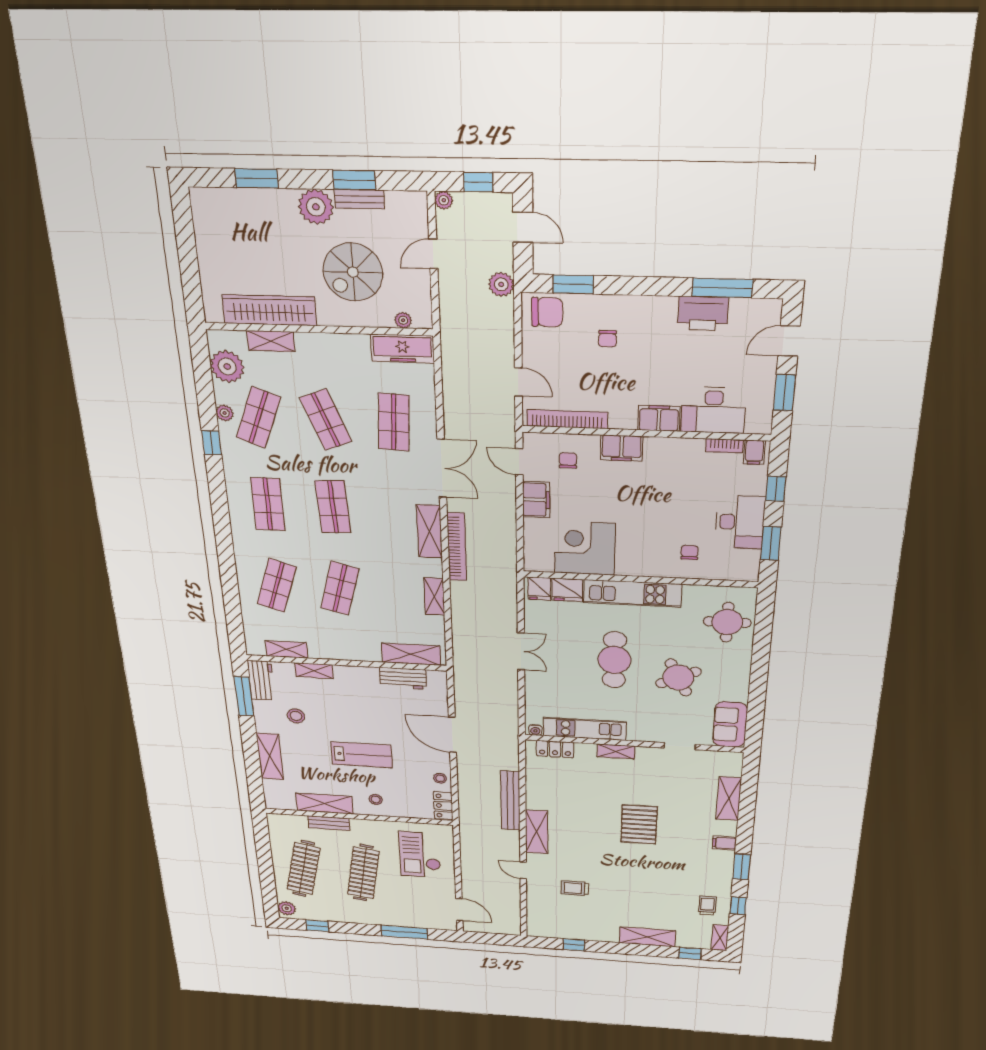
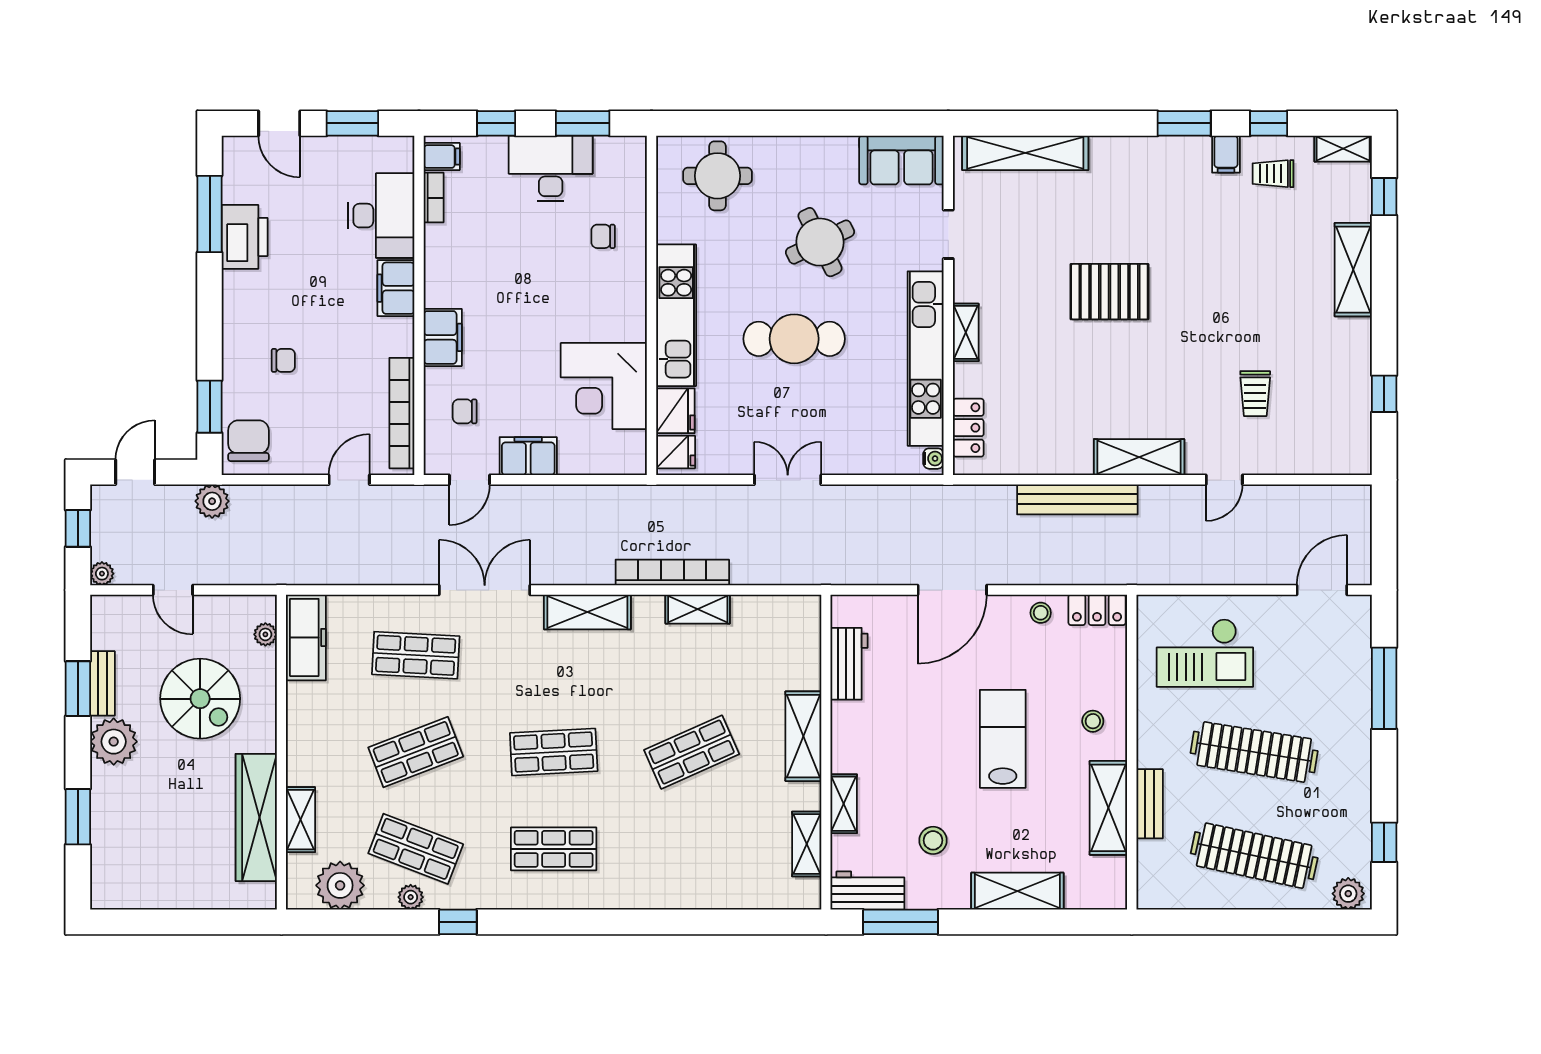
bookcase: (457, 547) -> (672, 572), moved
shop shelf: (277, 585) -> (692, 849), removed
shop shelf: (340, 588) -> (692, 752), turned -39
shelving: (411, 654) -> (803, 736), moved
kitchen unit: (585, 729) -> (926, 359), width x1.36
shelving: (729, 799) -> (1025, 153), width x1.47
filing cabinet: (724, 843) -> (1226, 154), moved

